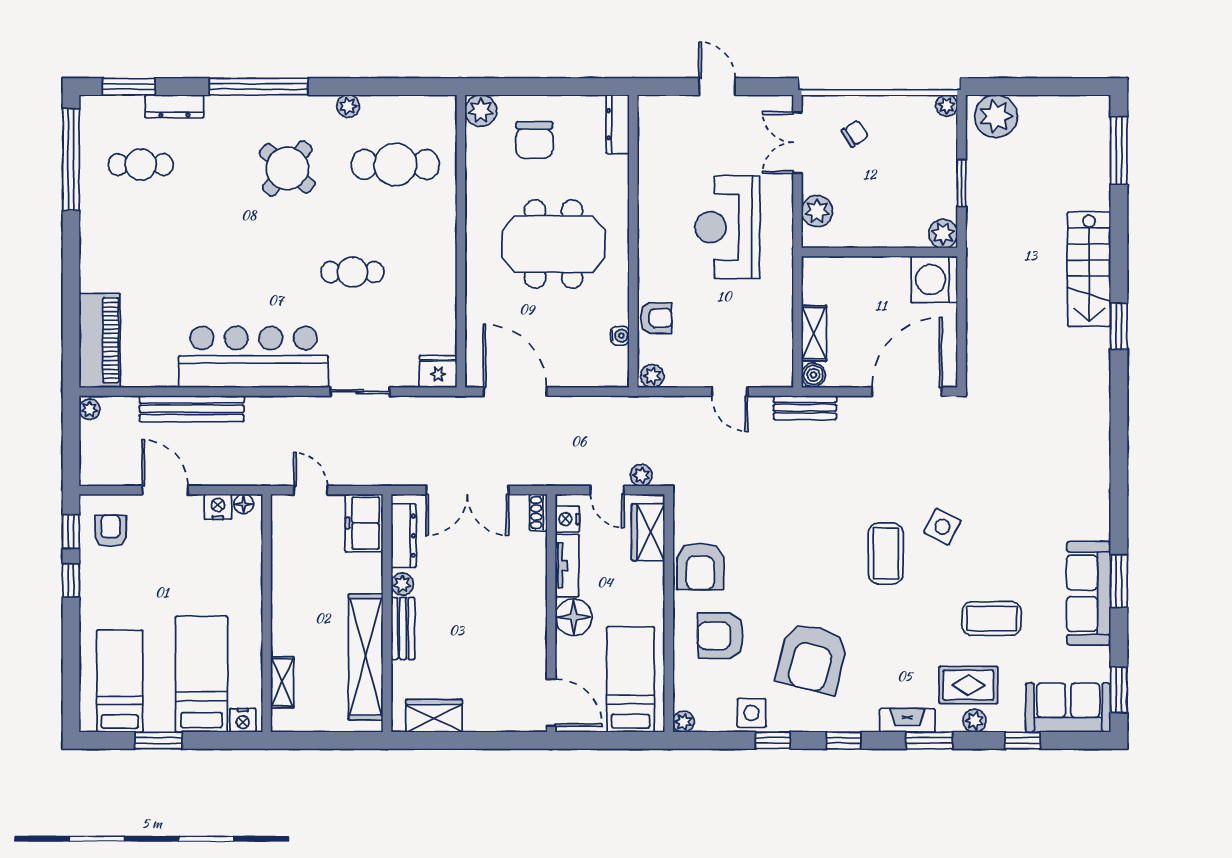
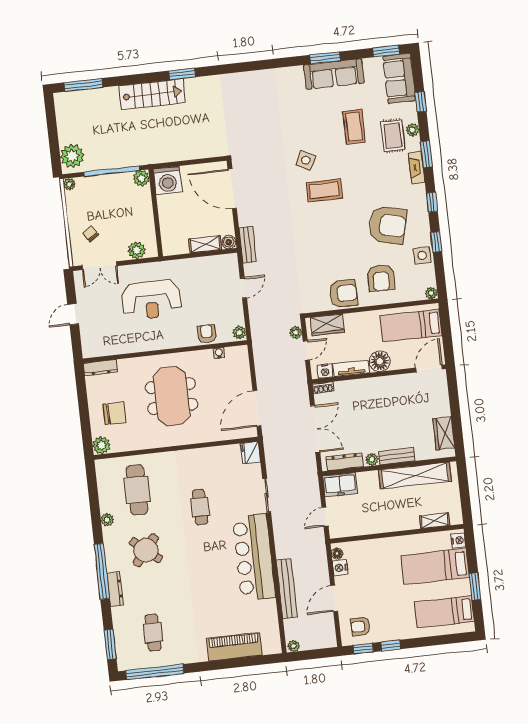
dresser: (174, 106) -> (115, 589), moved
window: (962, 183) -> (112, 171), width x2.11
piano: (100, 340) -> (234, 647), moved

